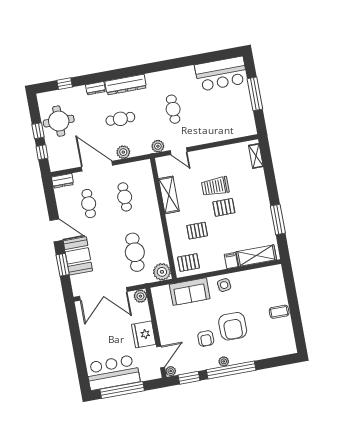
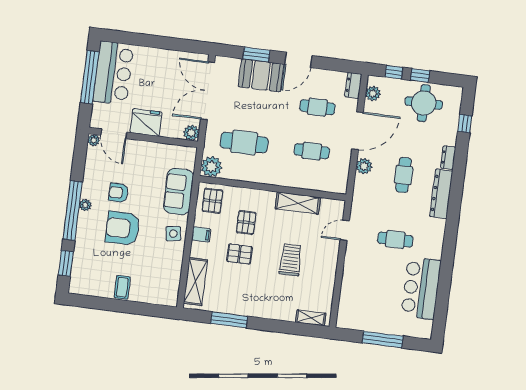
bar counter: (221, 74) -> (421, 288), moved
plant: (158, 146) -> (373, 93), moved
pallet: (224, 207) -> (240, 254), moved, turned 90
filing cabinet: (231, 260) -> (201, 234), moved
window: (189, 378) -> (66, 263), moved

